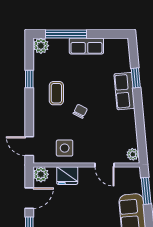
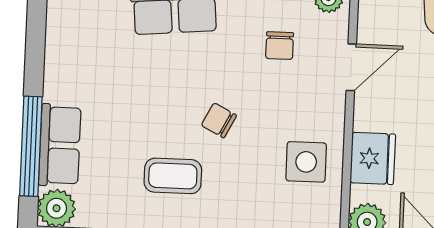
row of seats: (86, 46) -> (60, 145), moved
chair: (112, 135) -> (280, 46), added

